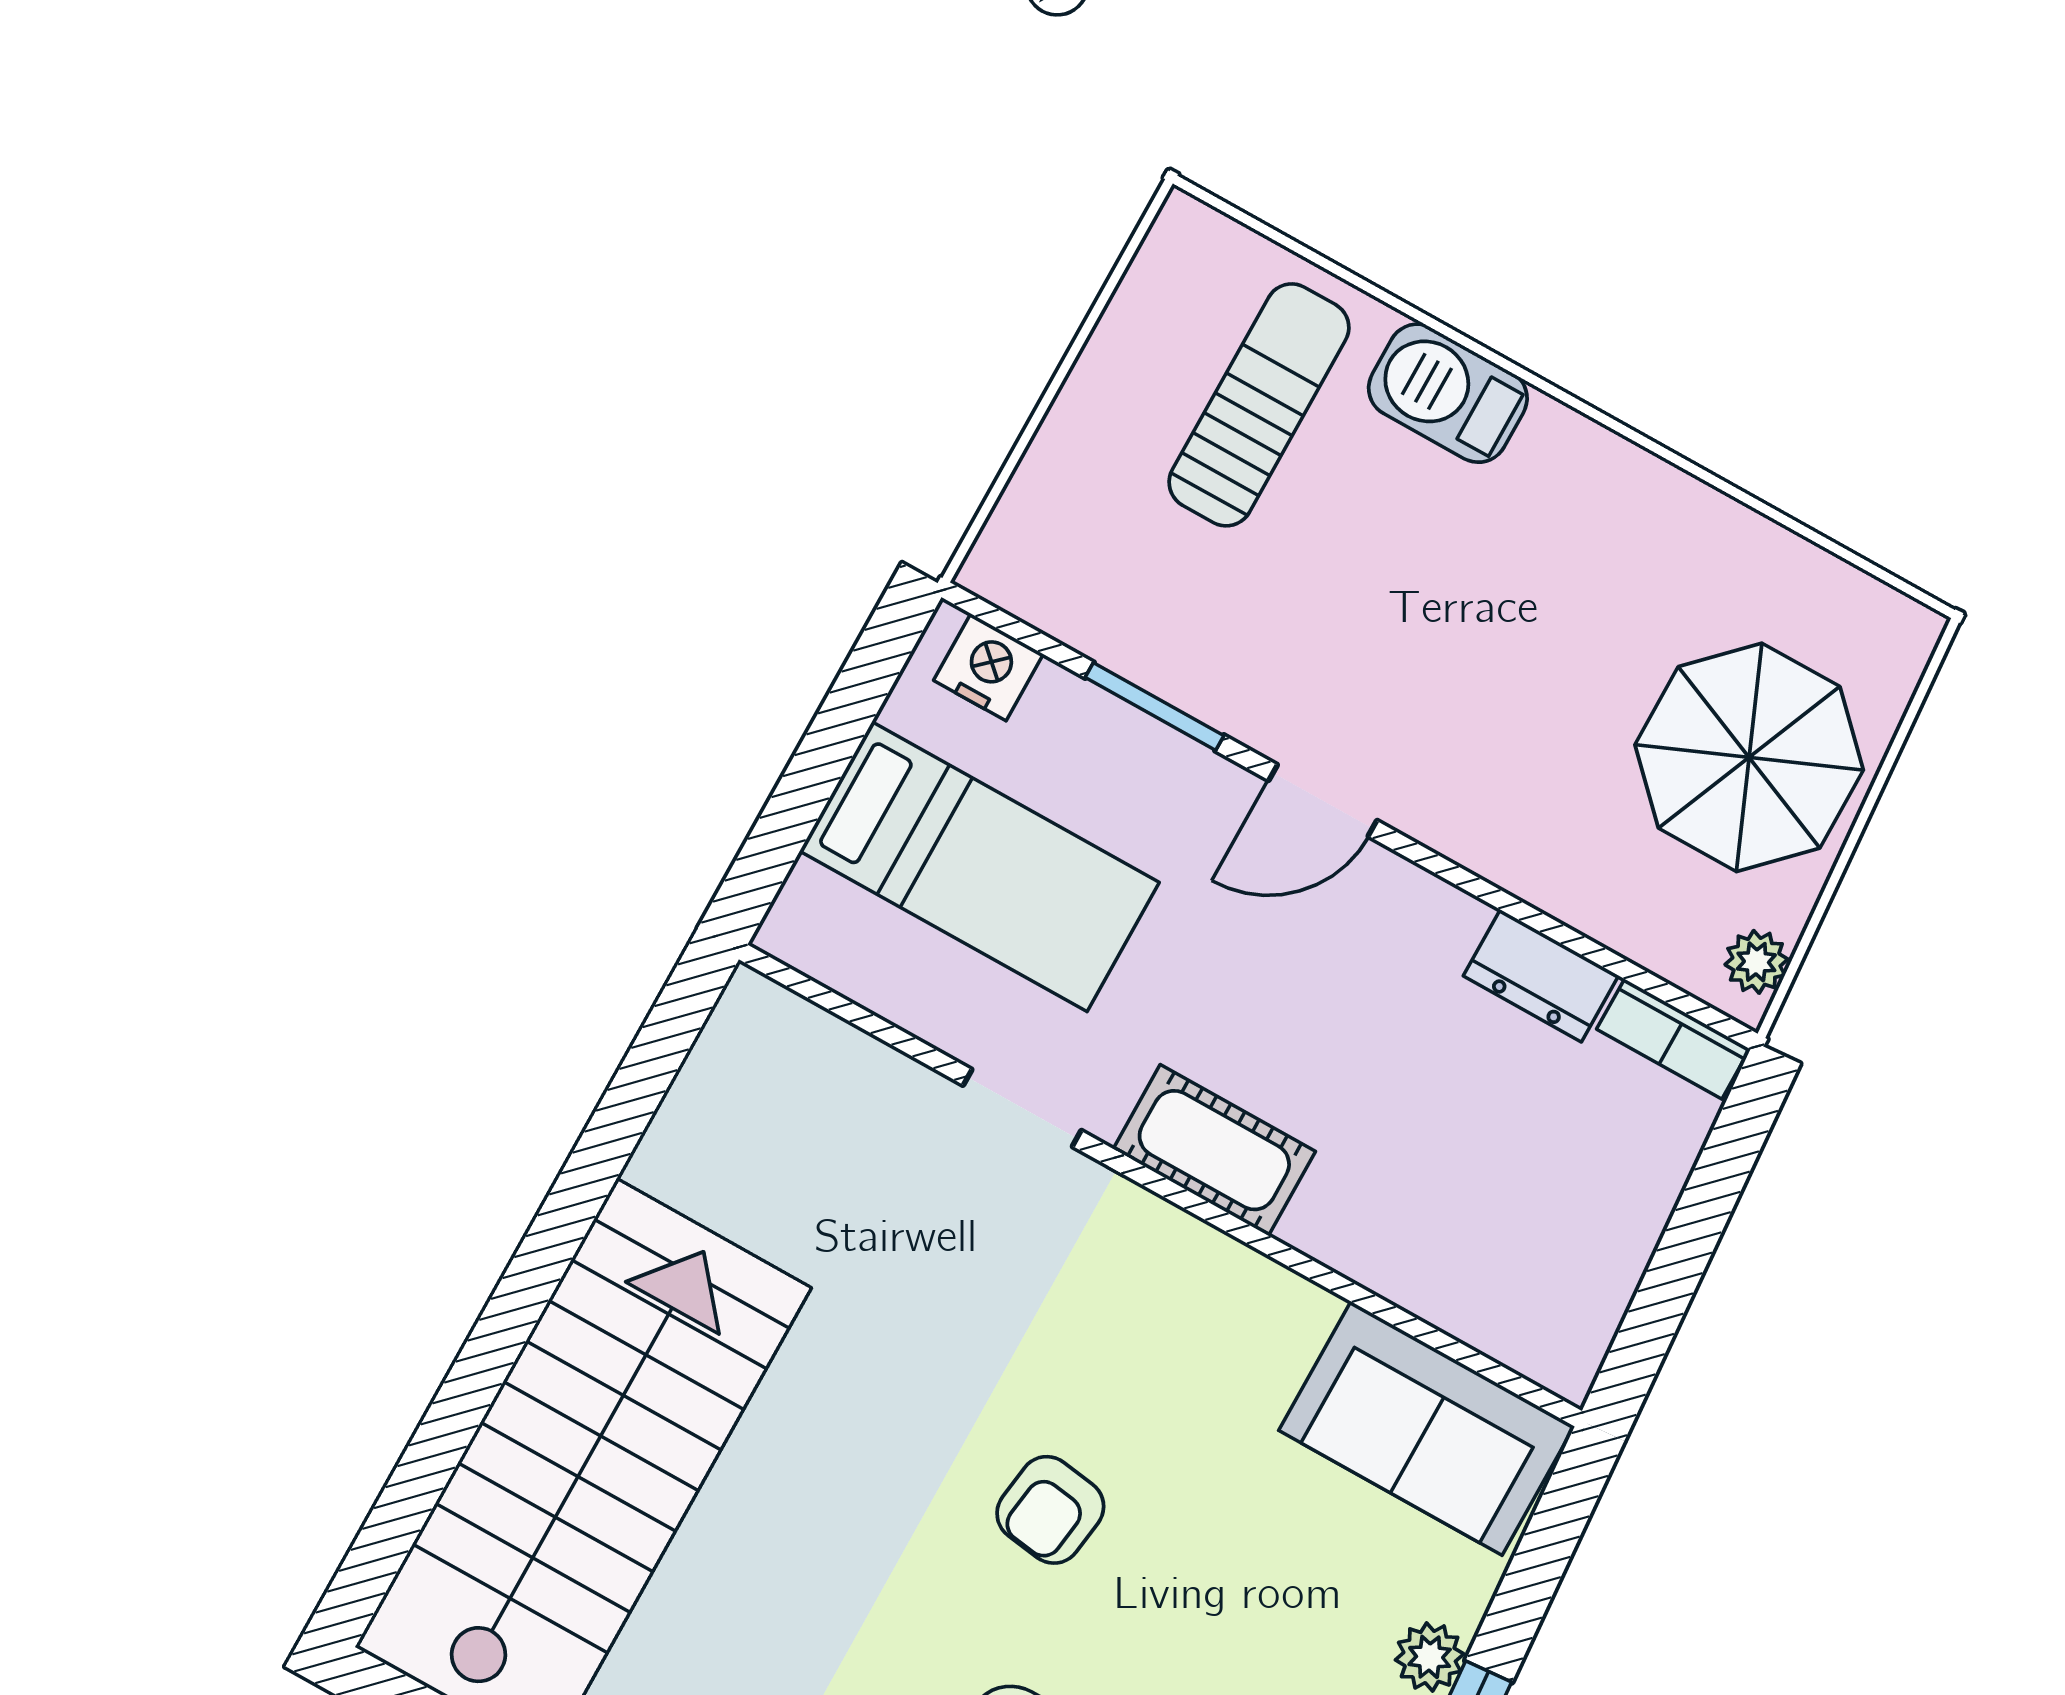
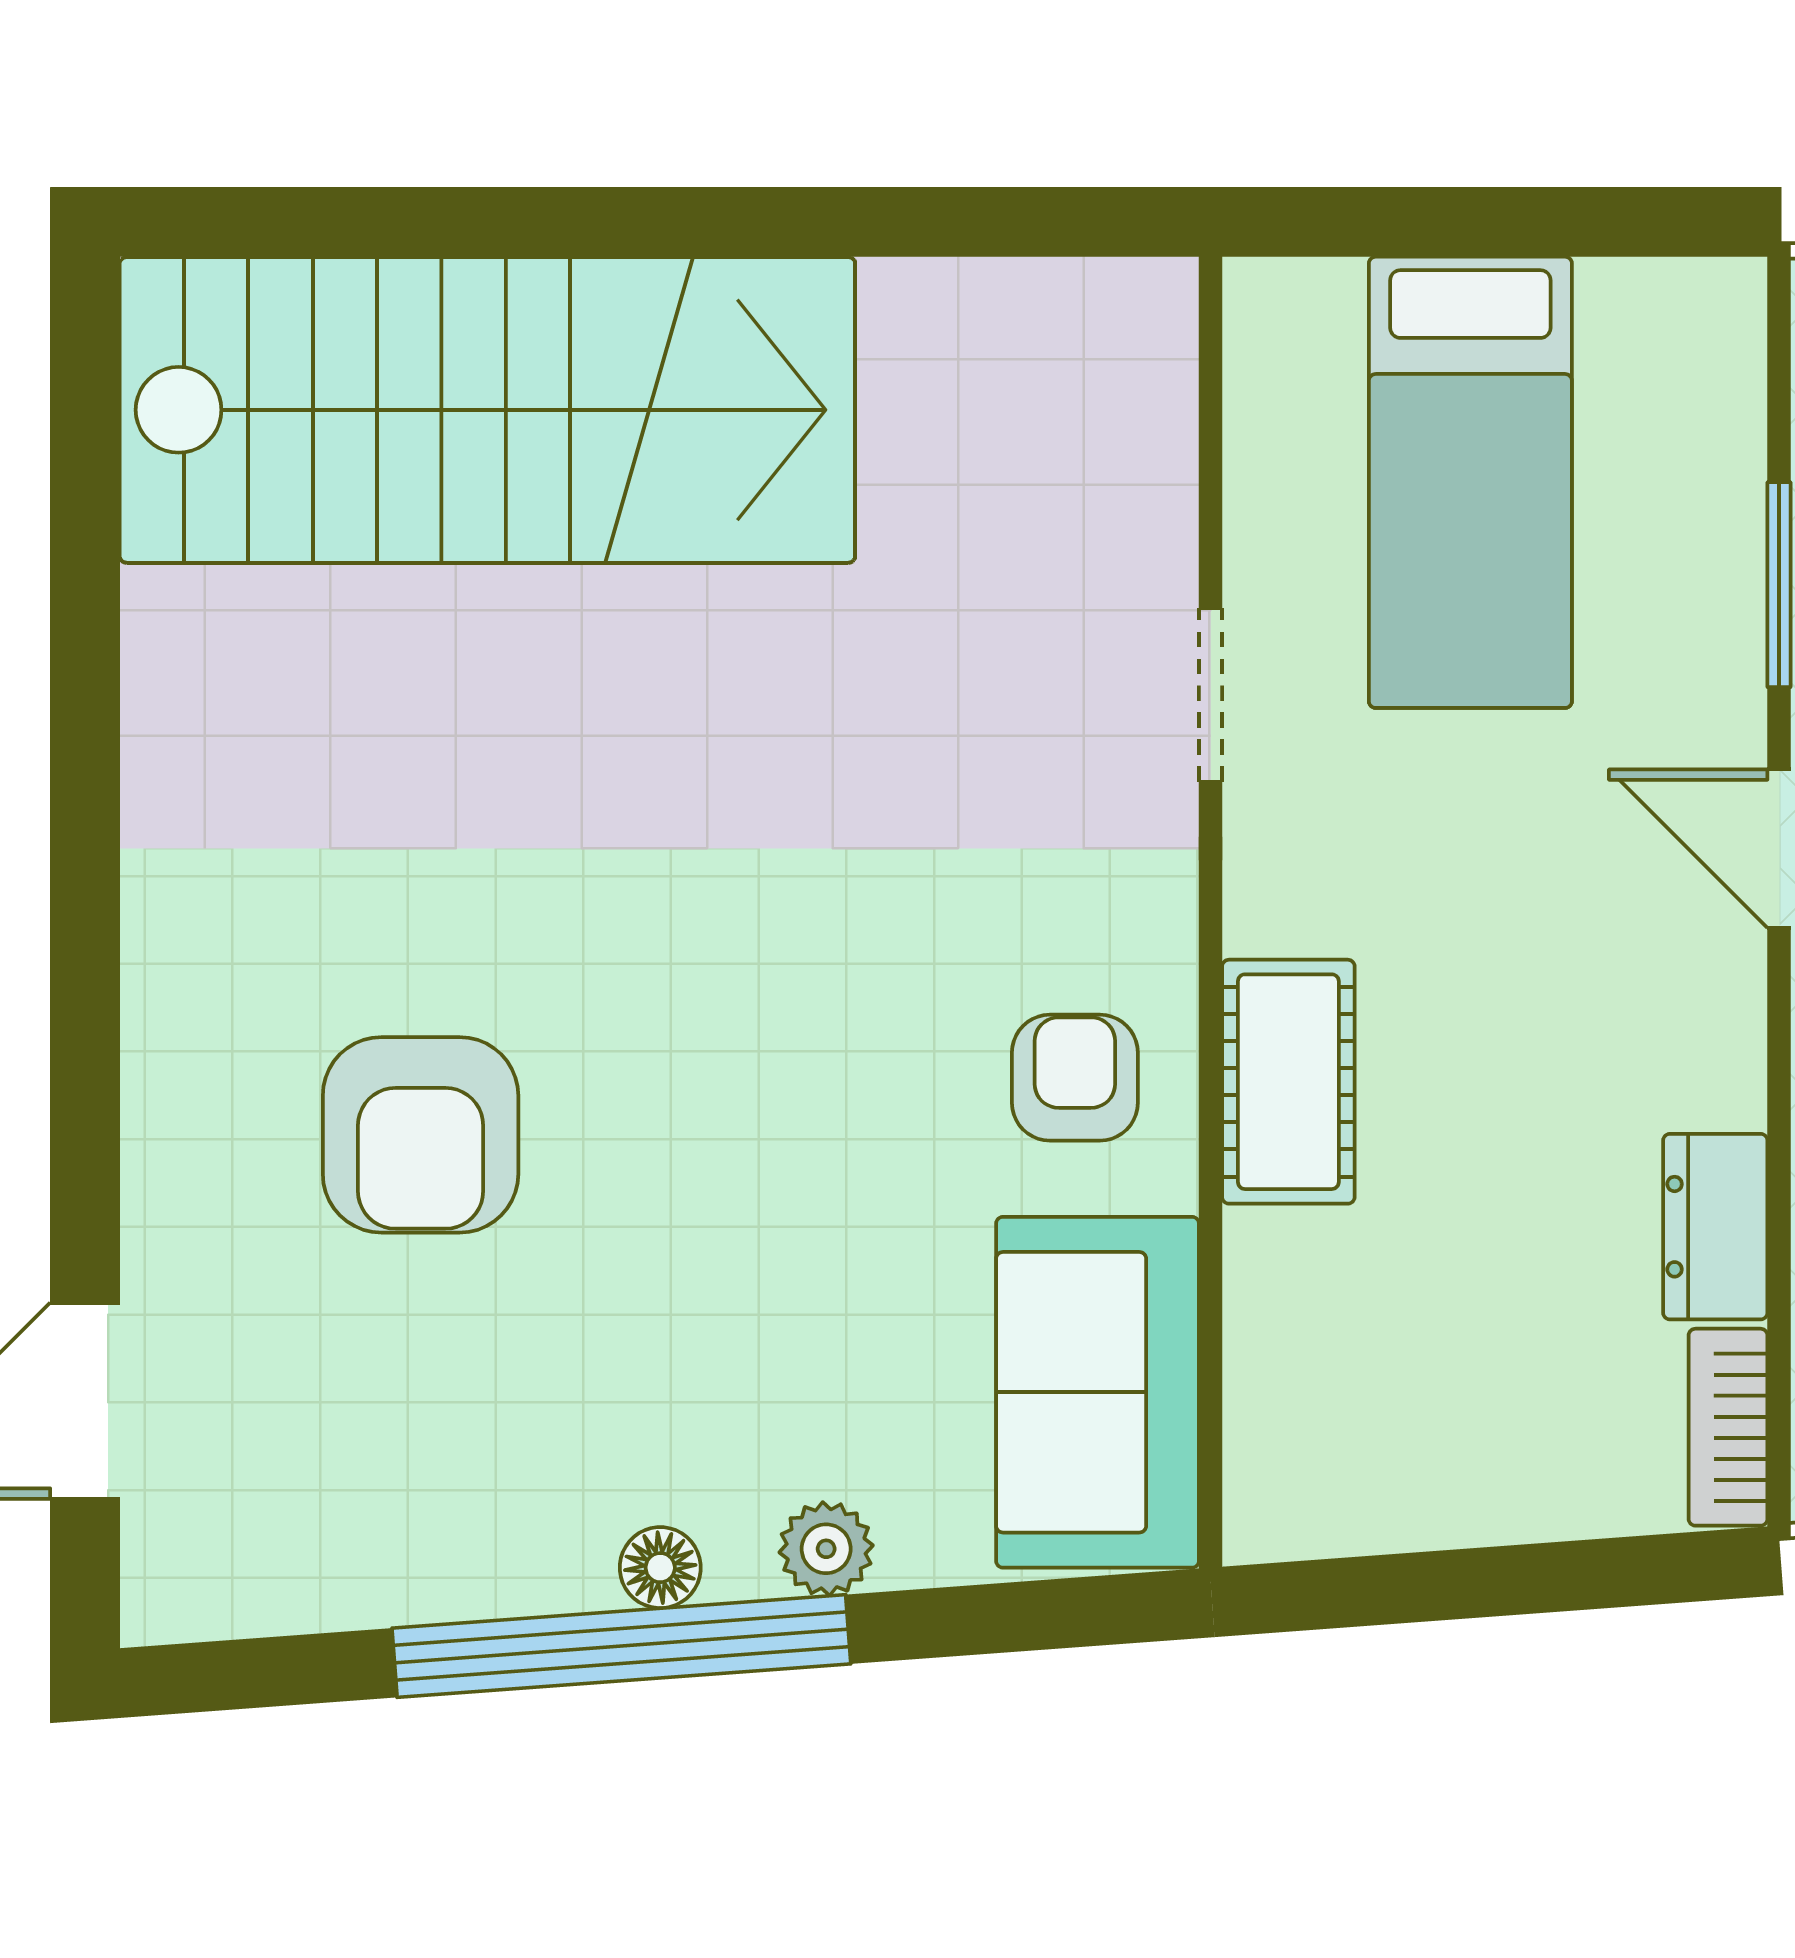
nightstand: (988, 667) -> (1715, 360), removed
cot: (1214, 1150) -> (1288, 1082), moved
armchair: (1050, 1510) -> (1075, 1078), moved, turned 82

